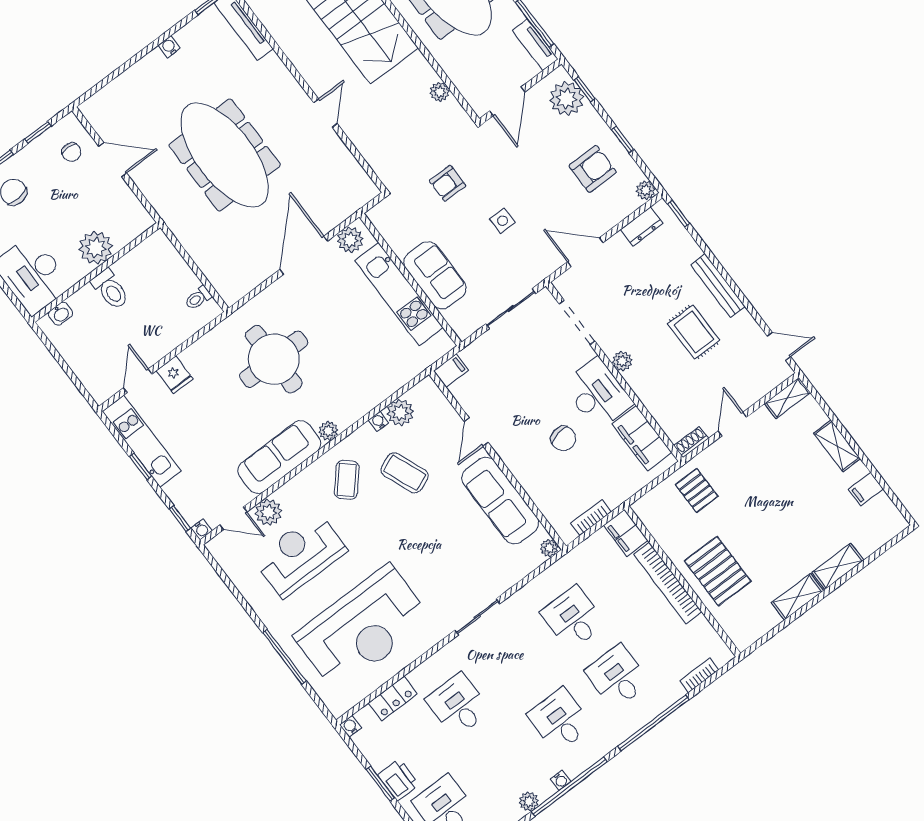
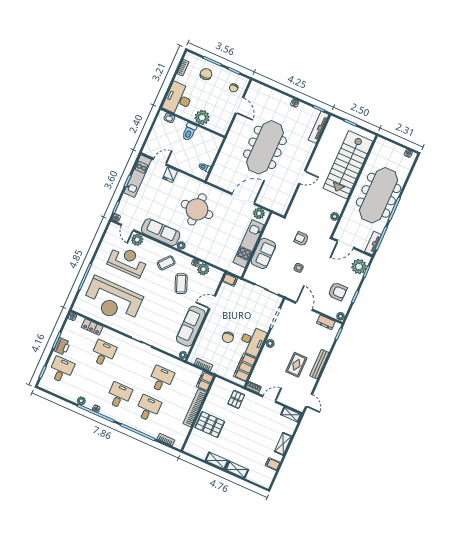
pallet: (718, 571) -> (210, 425), turned 90

